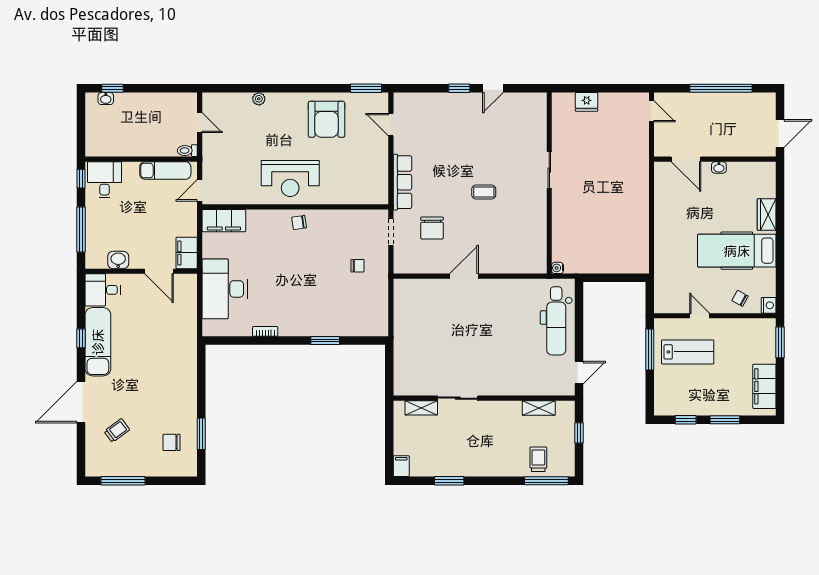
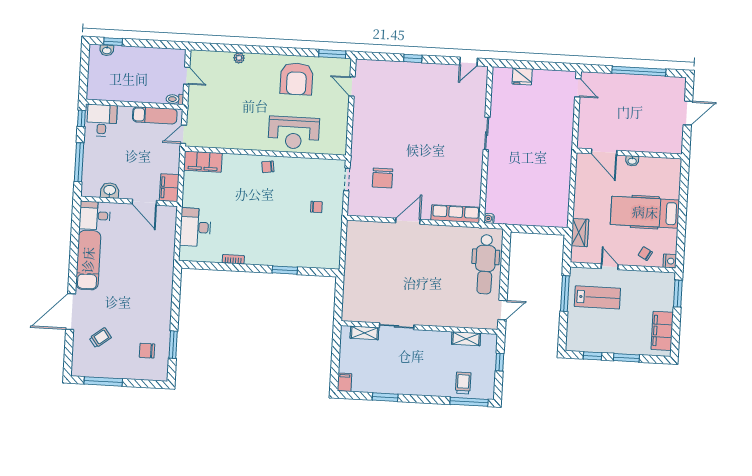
door: (493, 88) -> (469, 62), moved
door: (686, 159) -> (604, 152), moved
wall: (715, 159) -> (629, 153), moved
washbasin: (719, 167) -> (632, 161), moved
reception desk: (290, 178) -> (294, 133), moved
row of seats: (403, 182) -> (456, 214), moved, turned -90
coffee table: (484, 192) -> (429, 149), removed
wardrobe: (767, 215) -> (580, 233), moved, turned 180
desk: (225, 289) -> (195, 227), width x0.73, depth x0.77
window: (81, 338) -> (74, 256), removed

